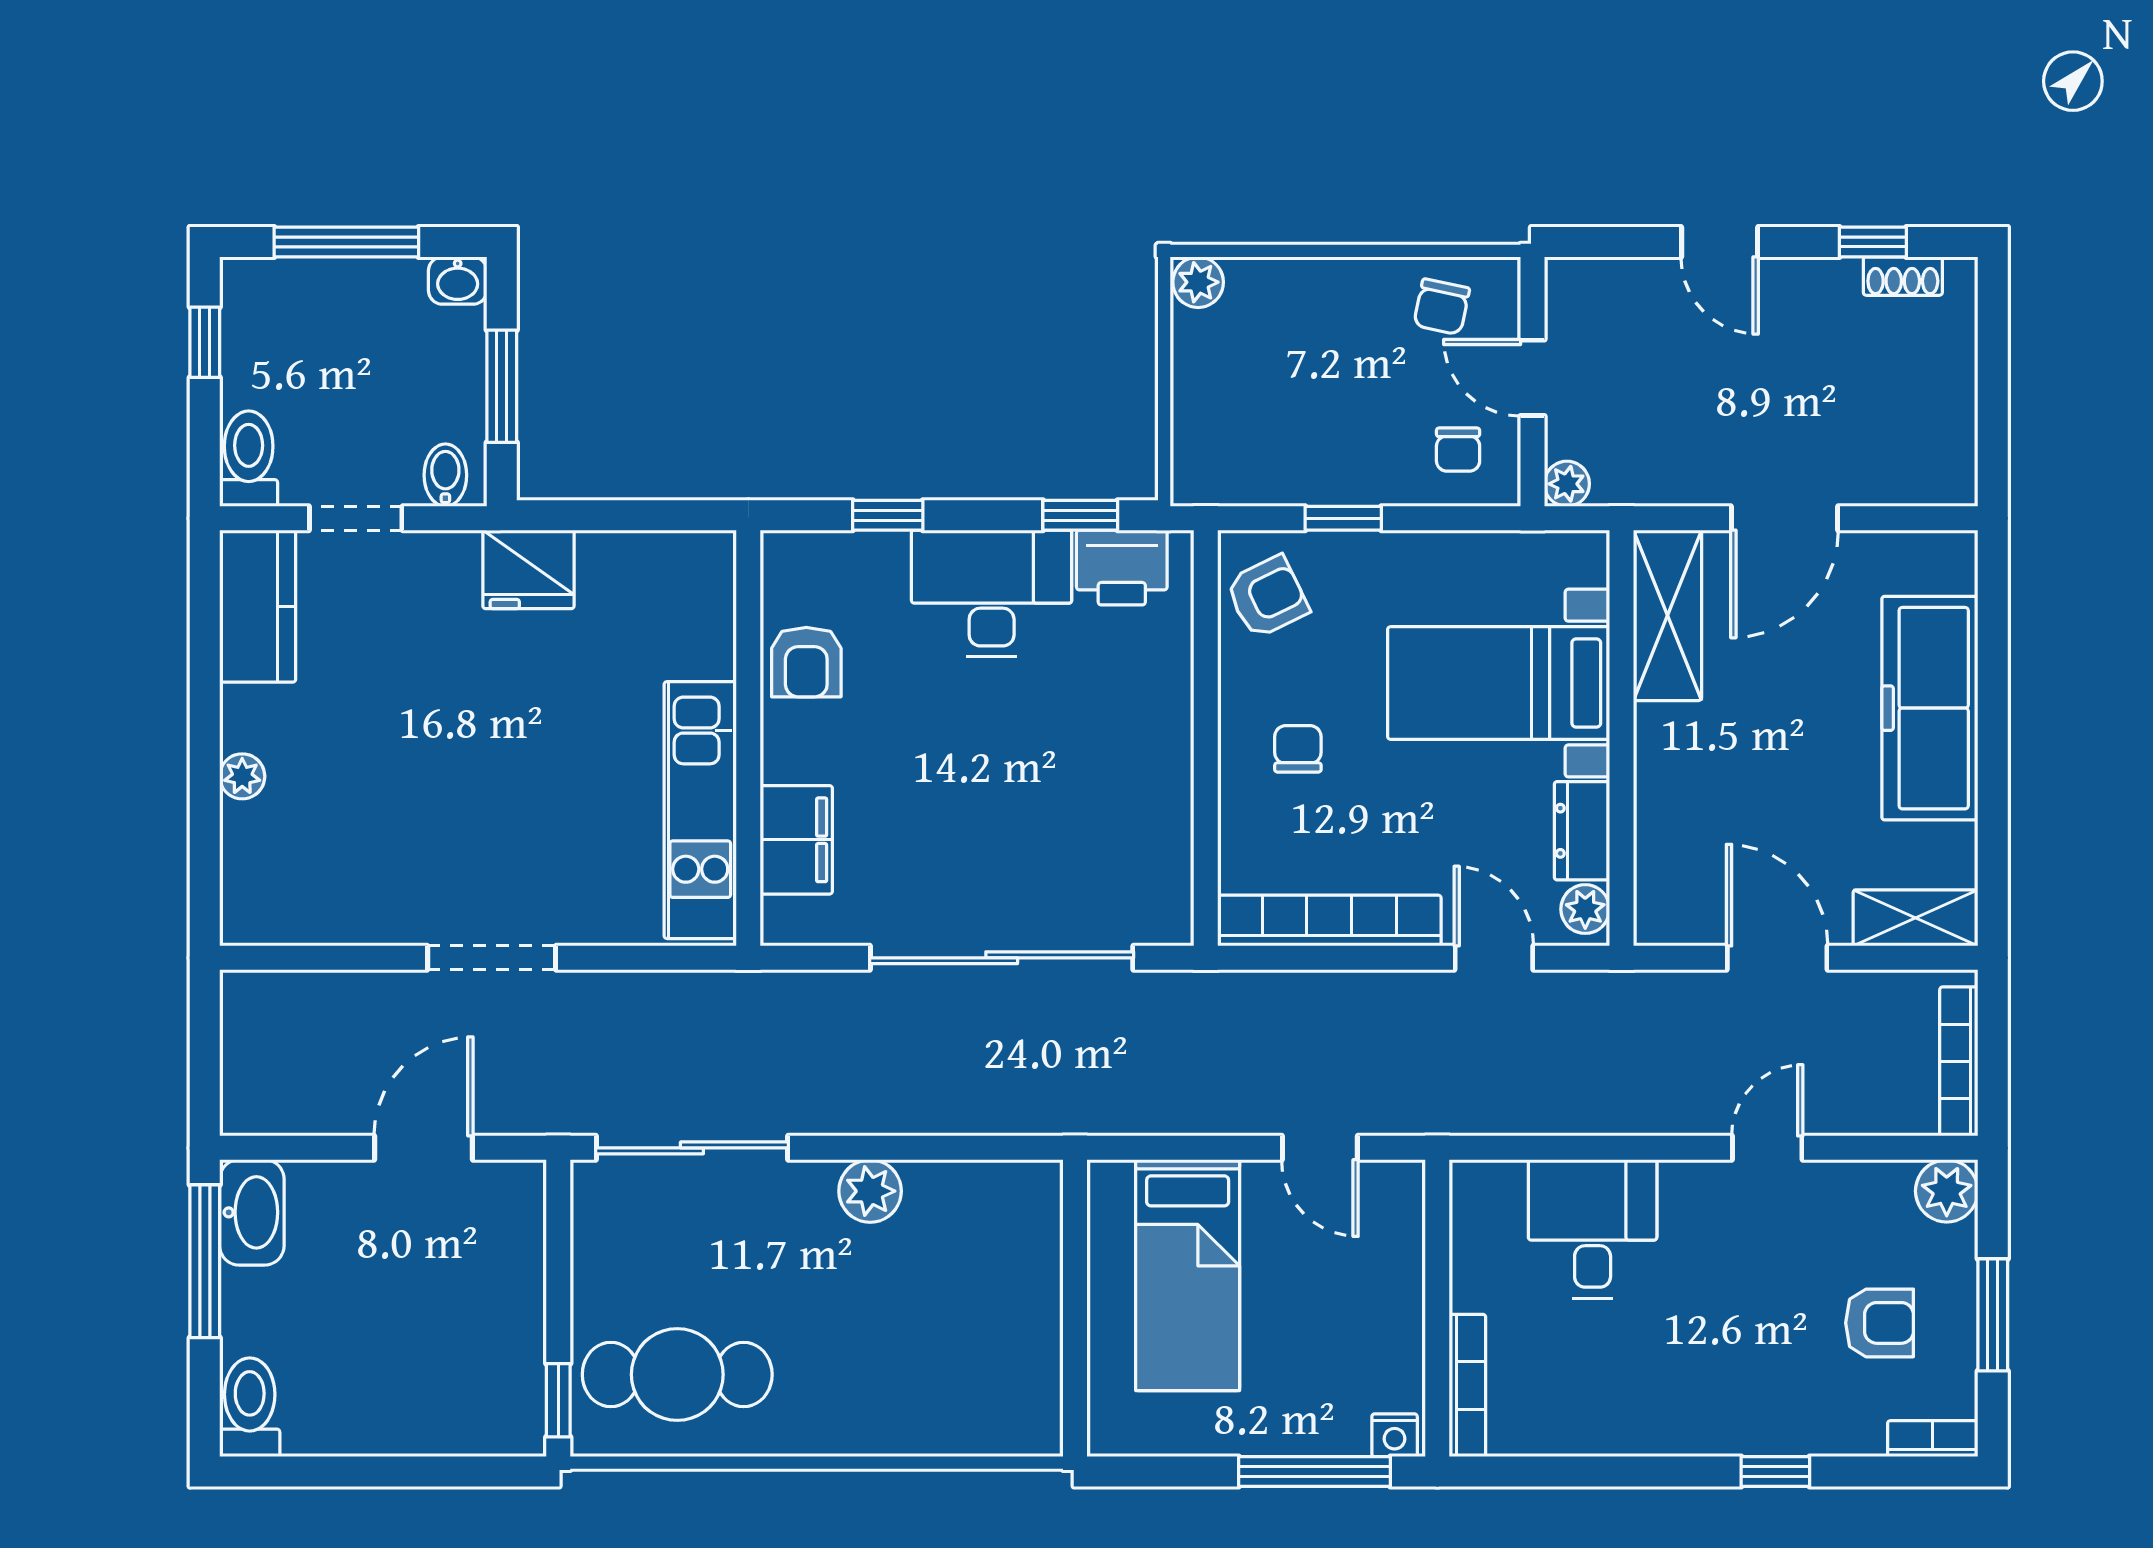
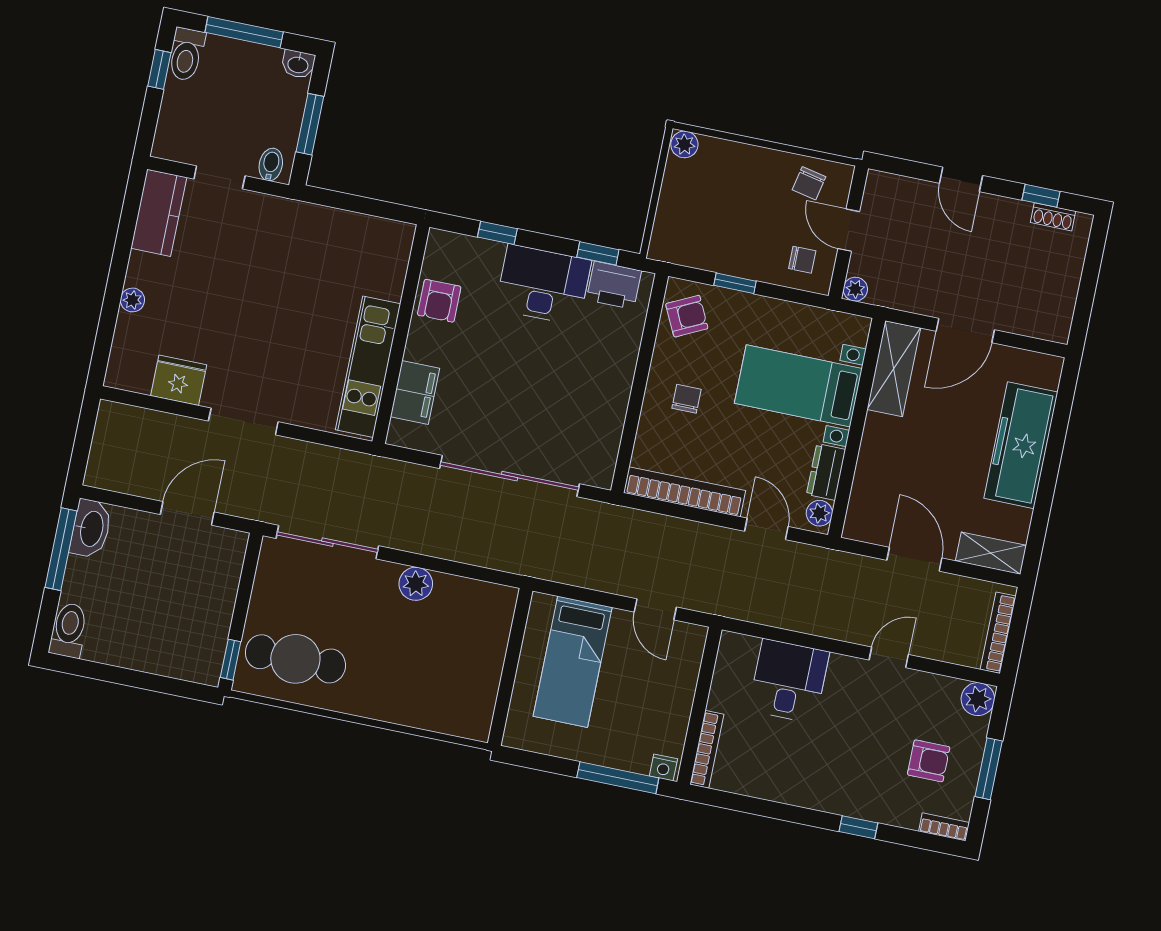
chair: (1458, 450) -> (802, 260), turned -90
toilet: (249, 459) -> (186, 54), moved, turned 180
fridge: (528, 569) -> (179, 380), moved, turned 180

